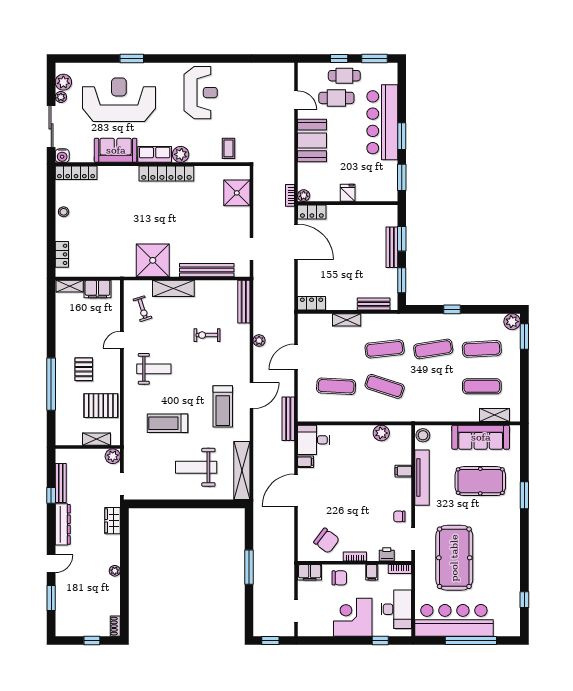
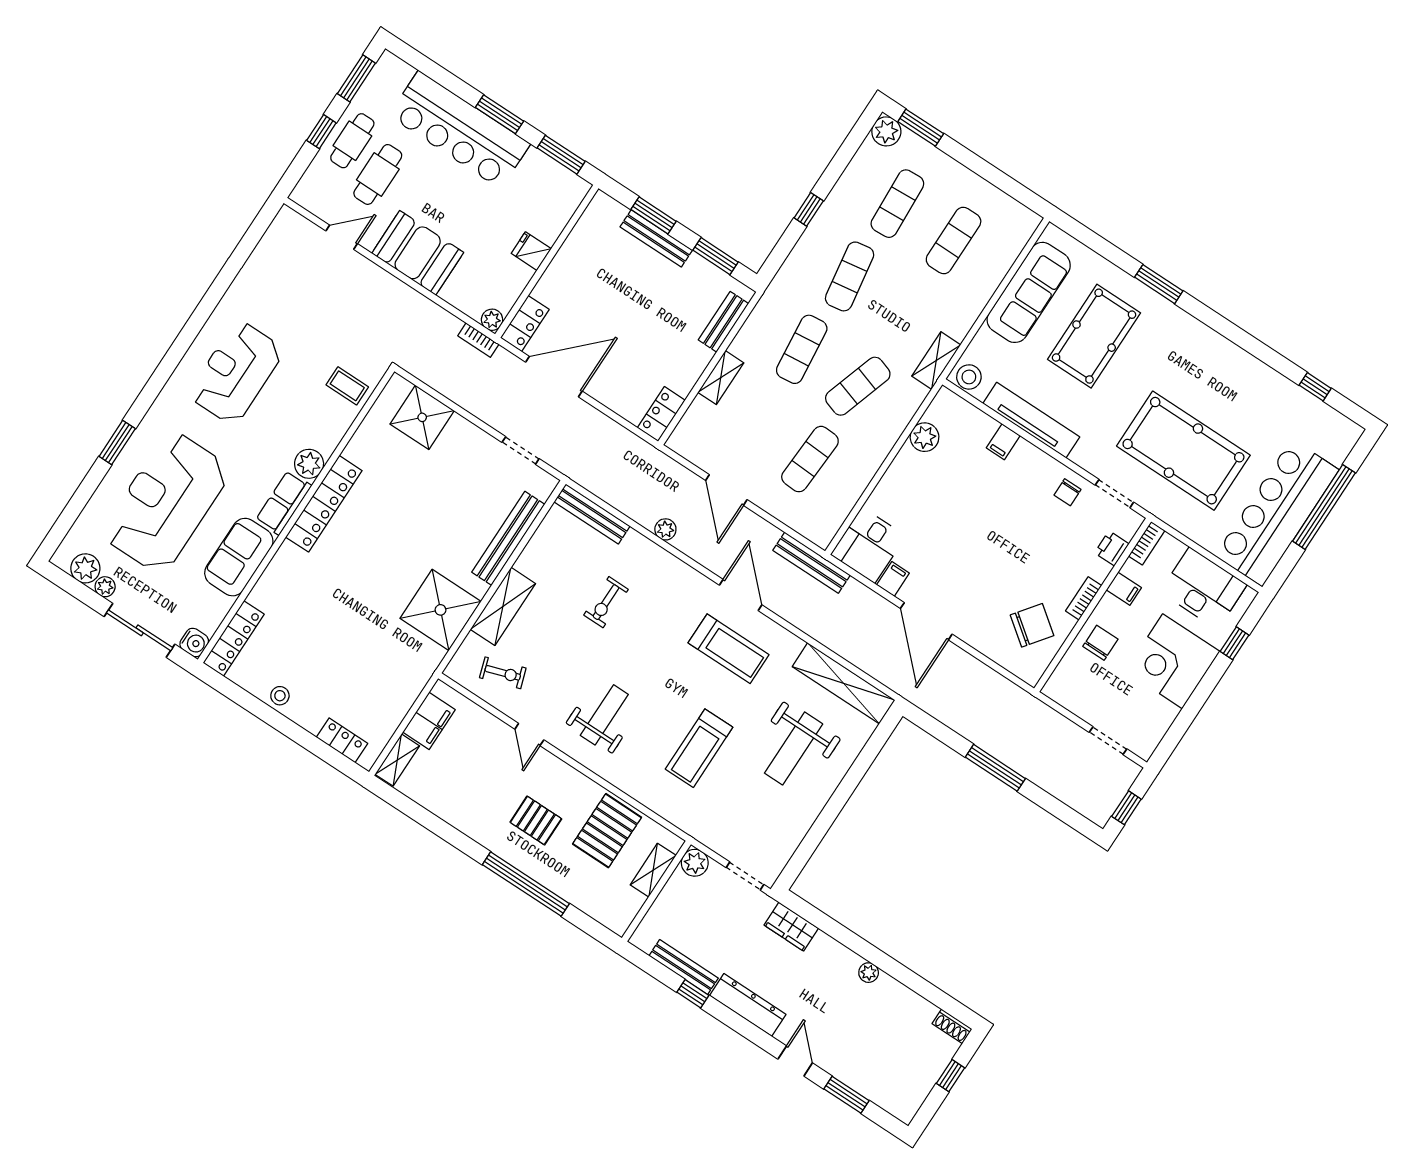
reception desk: (201, 93) -> (236, 373), turned -90
shelving: (494, 415) -> (936, 361), moved
filing cabinet: (310, 572) -> (1063, 682), removed

